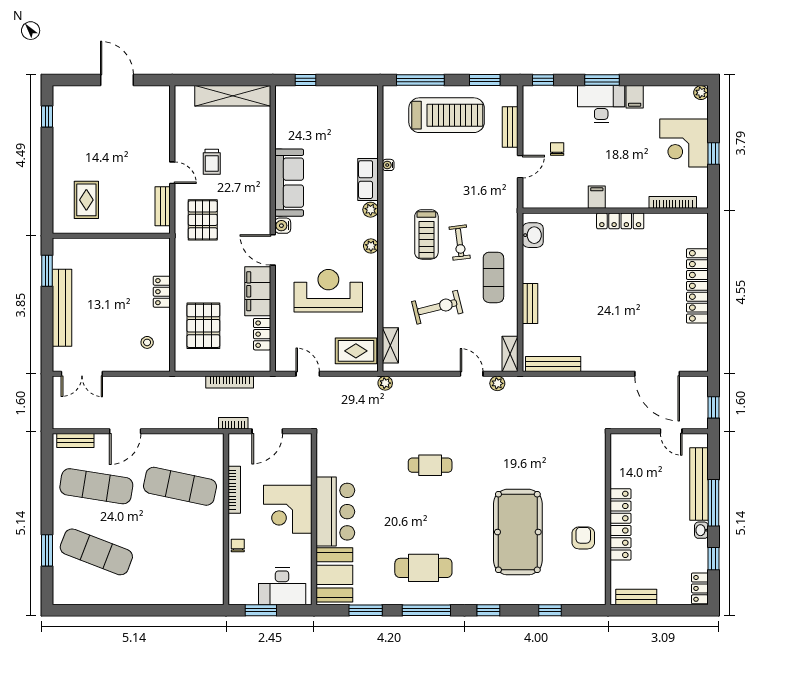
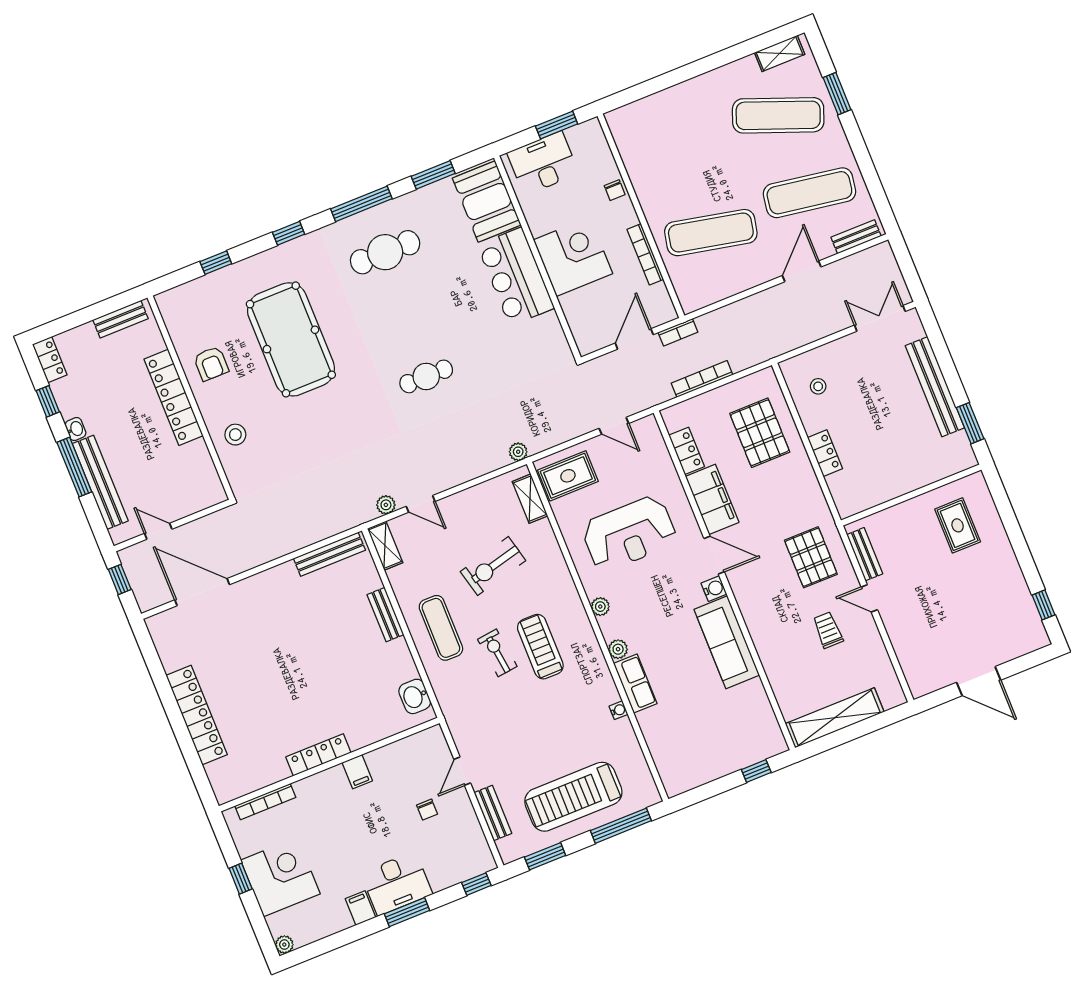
stool: (586, 479) -> (235, 435), added
shelving: (77, 597) -> (780, 53), added

